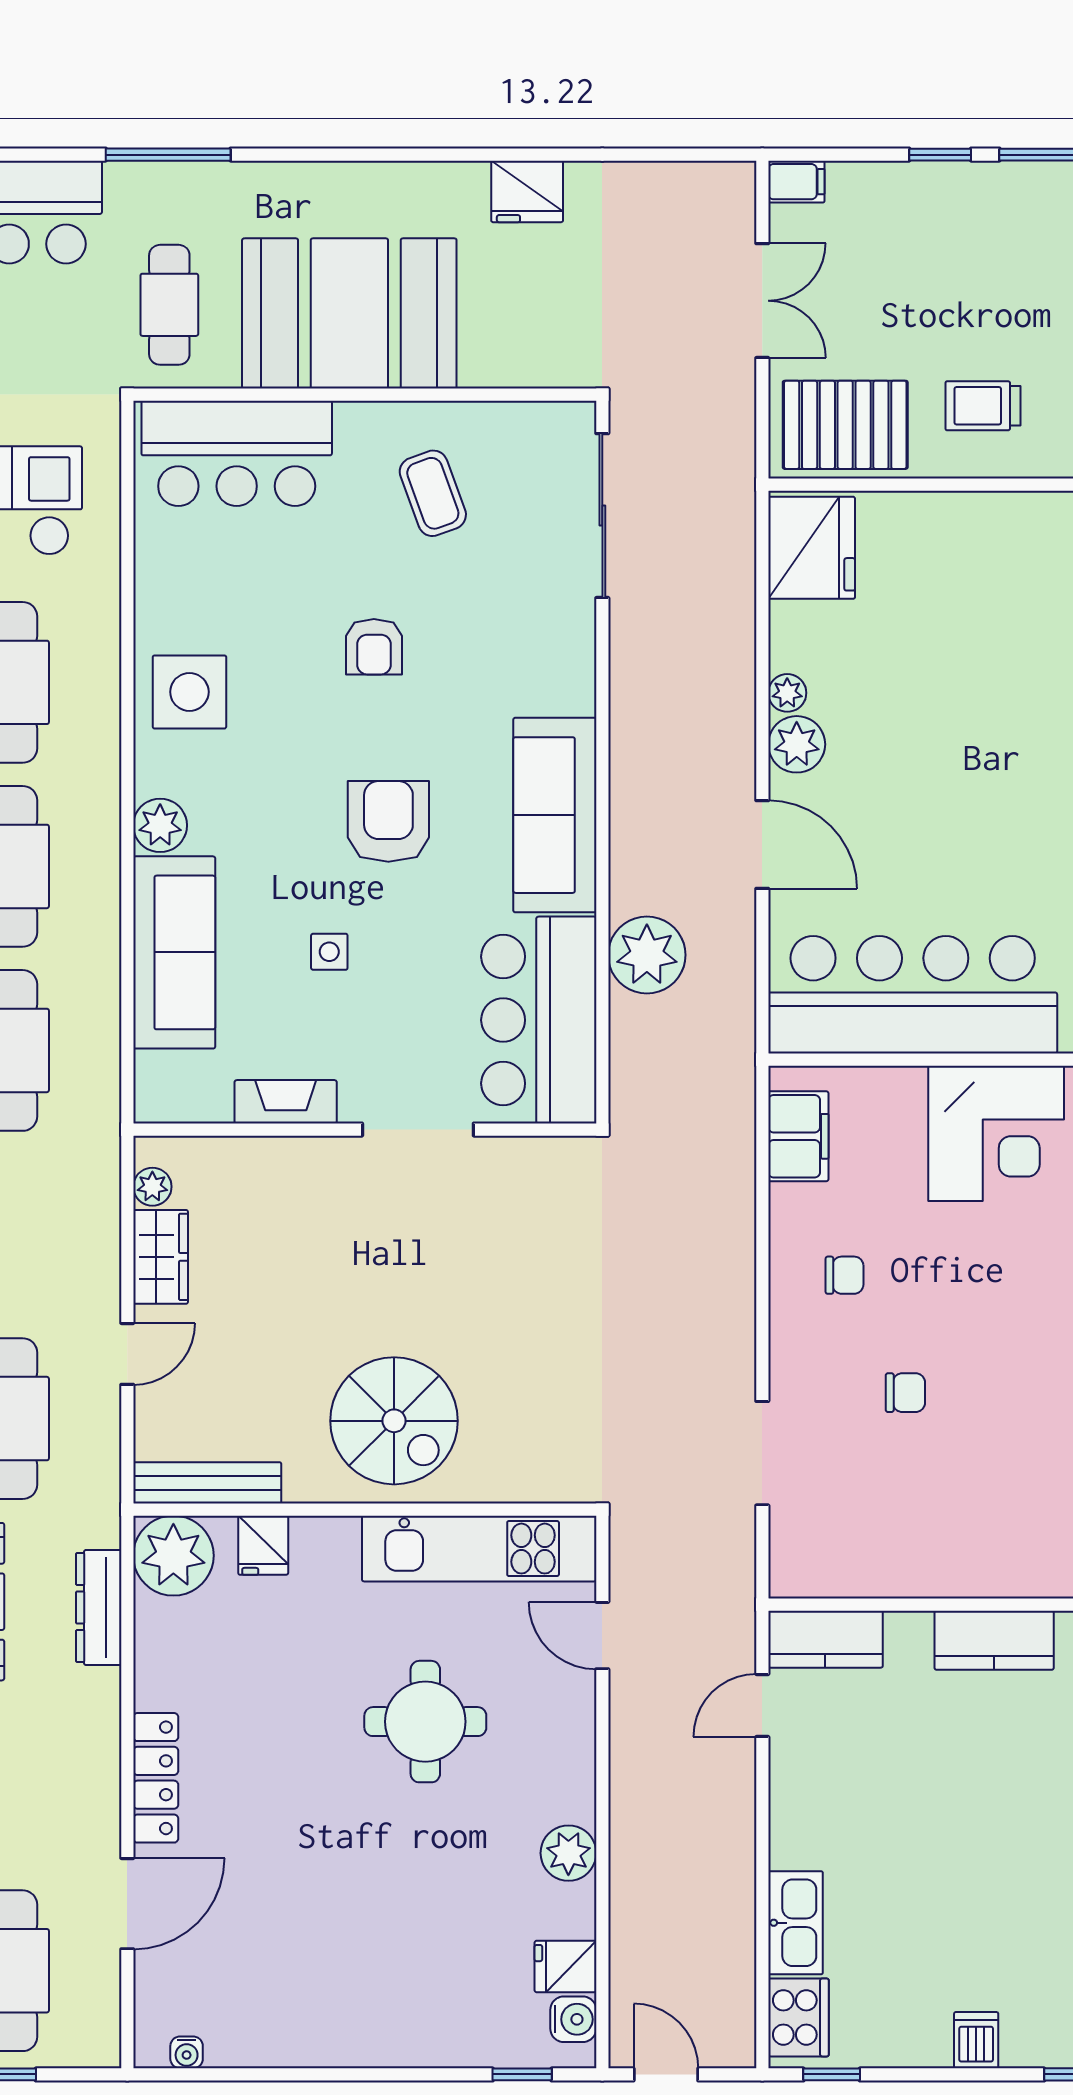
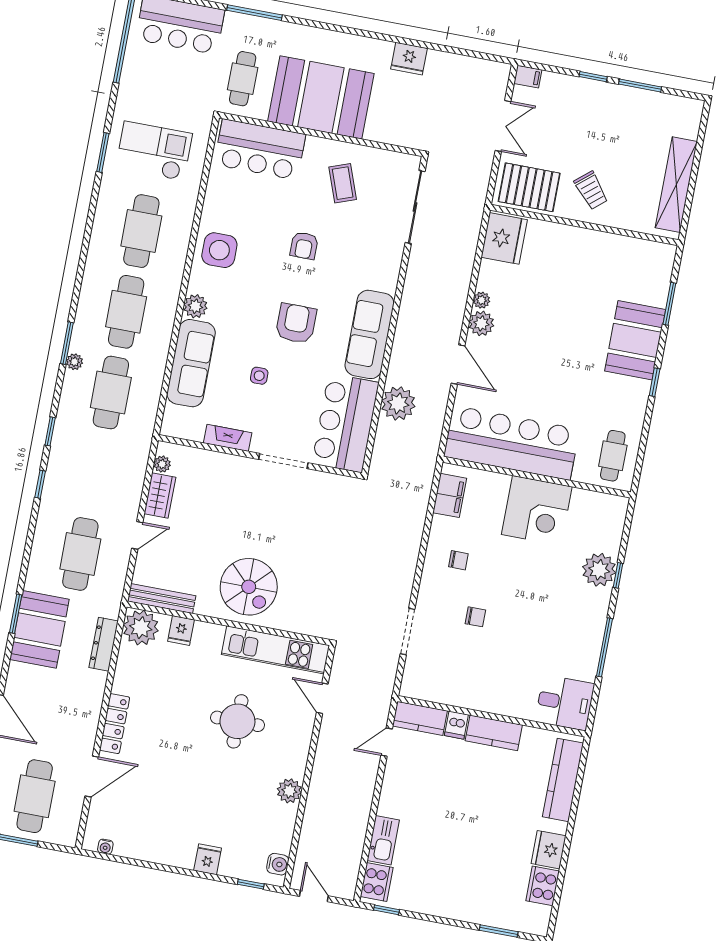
trolley: (983, 406) -> (591, 190), turned -130
fridge: (565, 1966) -> (208, 859), moved, turned 90
dishwasher: (976, 2040) -> (456, 725), moved, turned 180

